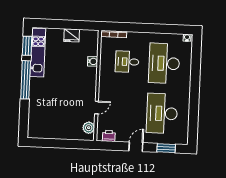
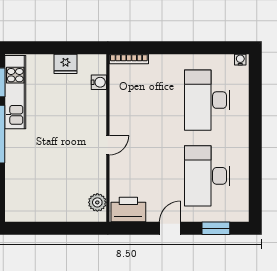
water cooler: (93, 61) -> (99, 82), moved
desk: (127, 62) -> (151, 100), removed
door: (97, 108) -> (108, 145), moved
printer: (109, 136) -> (128, 210), width x1.87, depth x1.48

